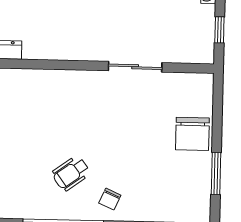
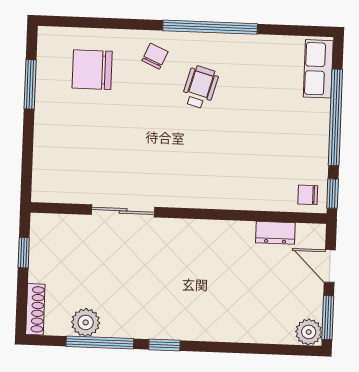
chair: (192, 134) -> (92, 70), moved, turned -90
wheelchair: (71, 173) -> (200, 87), turned -38

